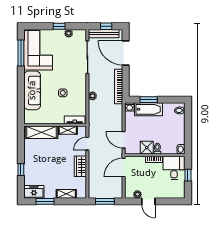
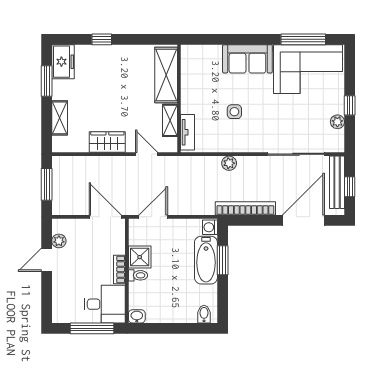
sofa: (32, 90) -> (247, 59), width x0.73
window: (188, 175) -> (92, 328), width x2.17

